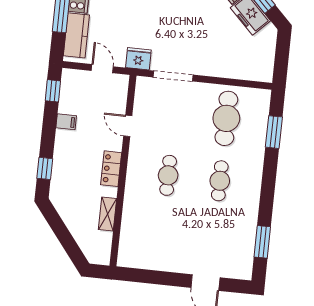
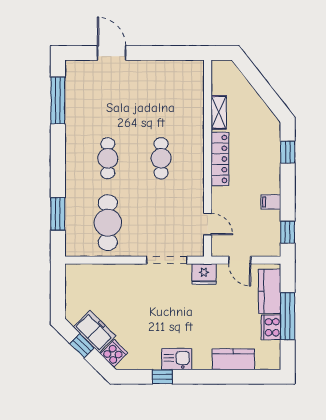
door: (128, 126) -> (208, 224), moved
locker: (111, 169) -> (220, 159), width x1.53
window: (262, 242) -> (58, 101), width x1.44

